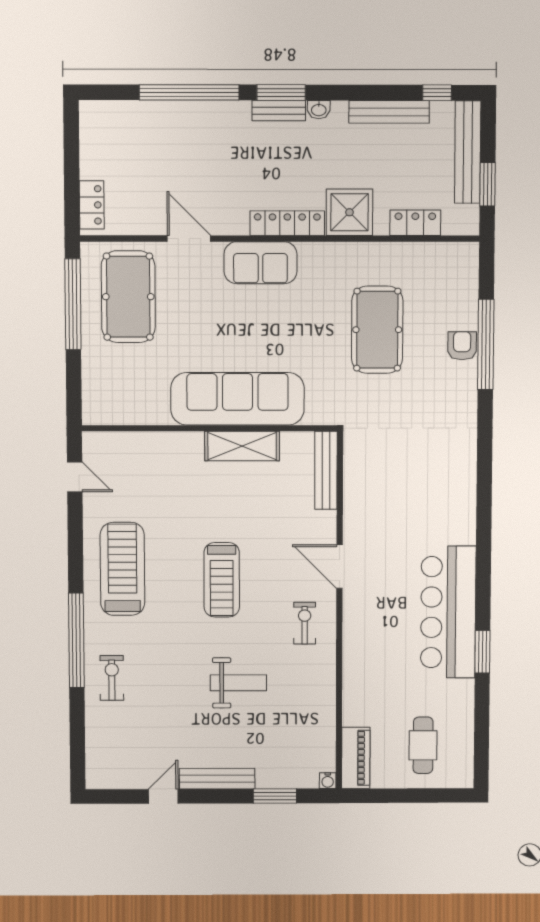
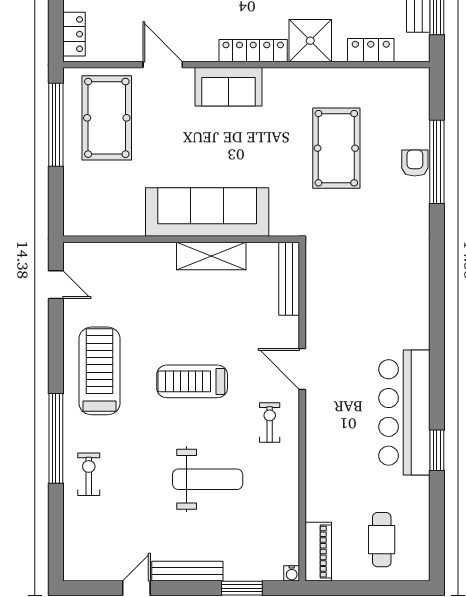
treadmill: (222, 580) -> (192, 381), turned 90
weight bench: (238, 683) -> (208, 479), width x1.36, depth x1.33

